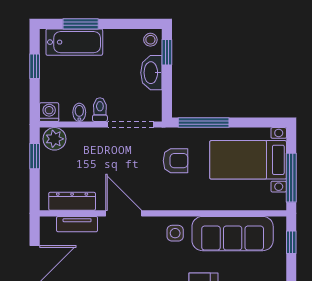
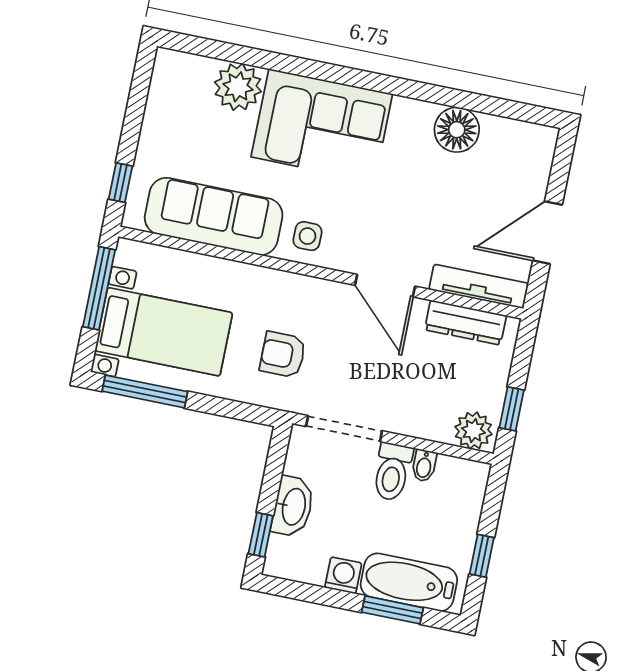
stool: (150, 40) -> (283, 561), removed
toilet: (100, 110) -> (392, 472), width x1.37, depth x1.39
washing machine: (49, 112) -> (343, 575), moved, turned 180
window: (204, 123) -> (145, 391), moved
tv unit: (77, 224) -> (479, 286), width x1.41

